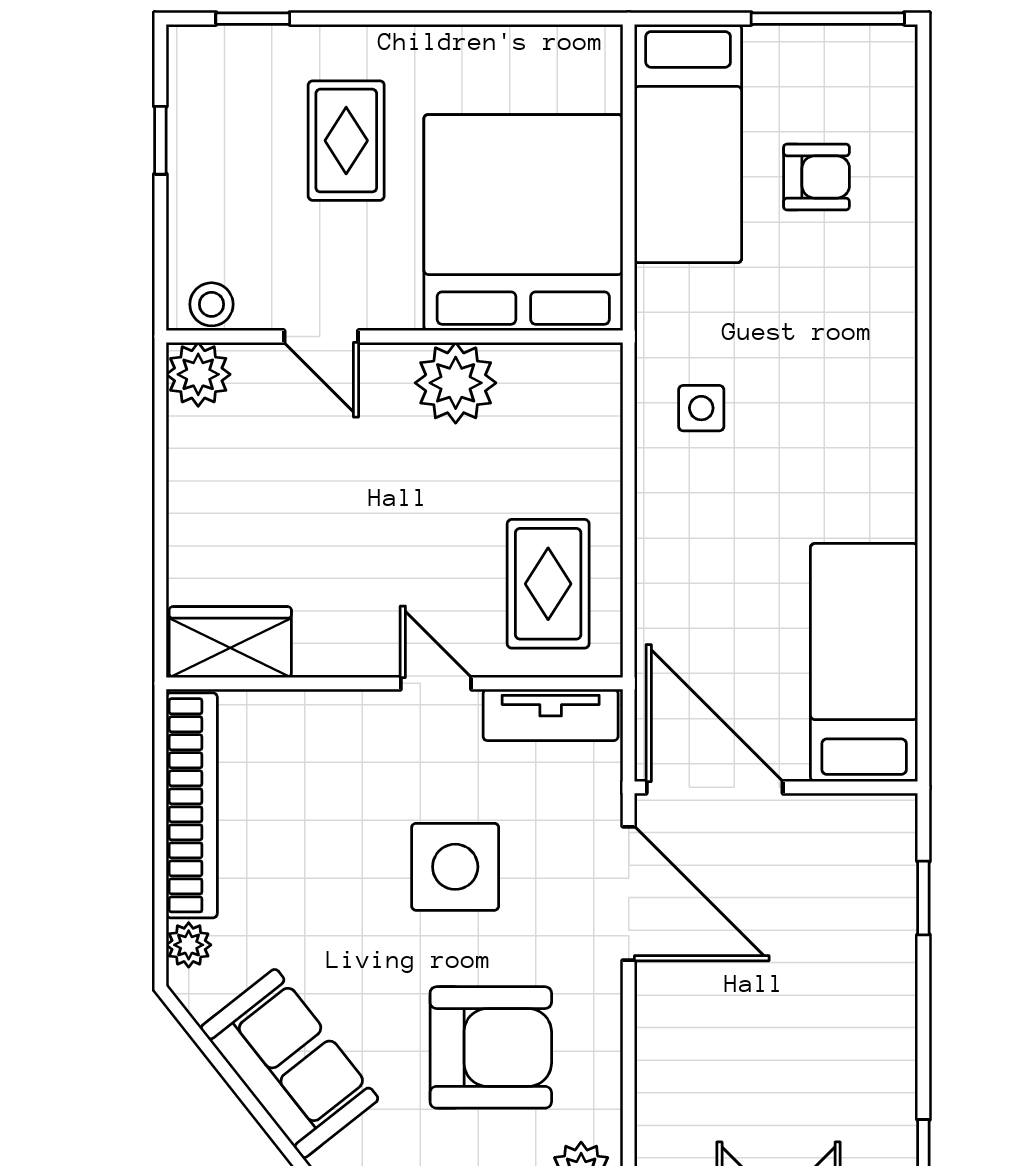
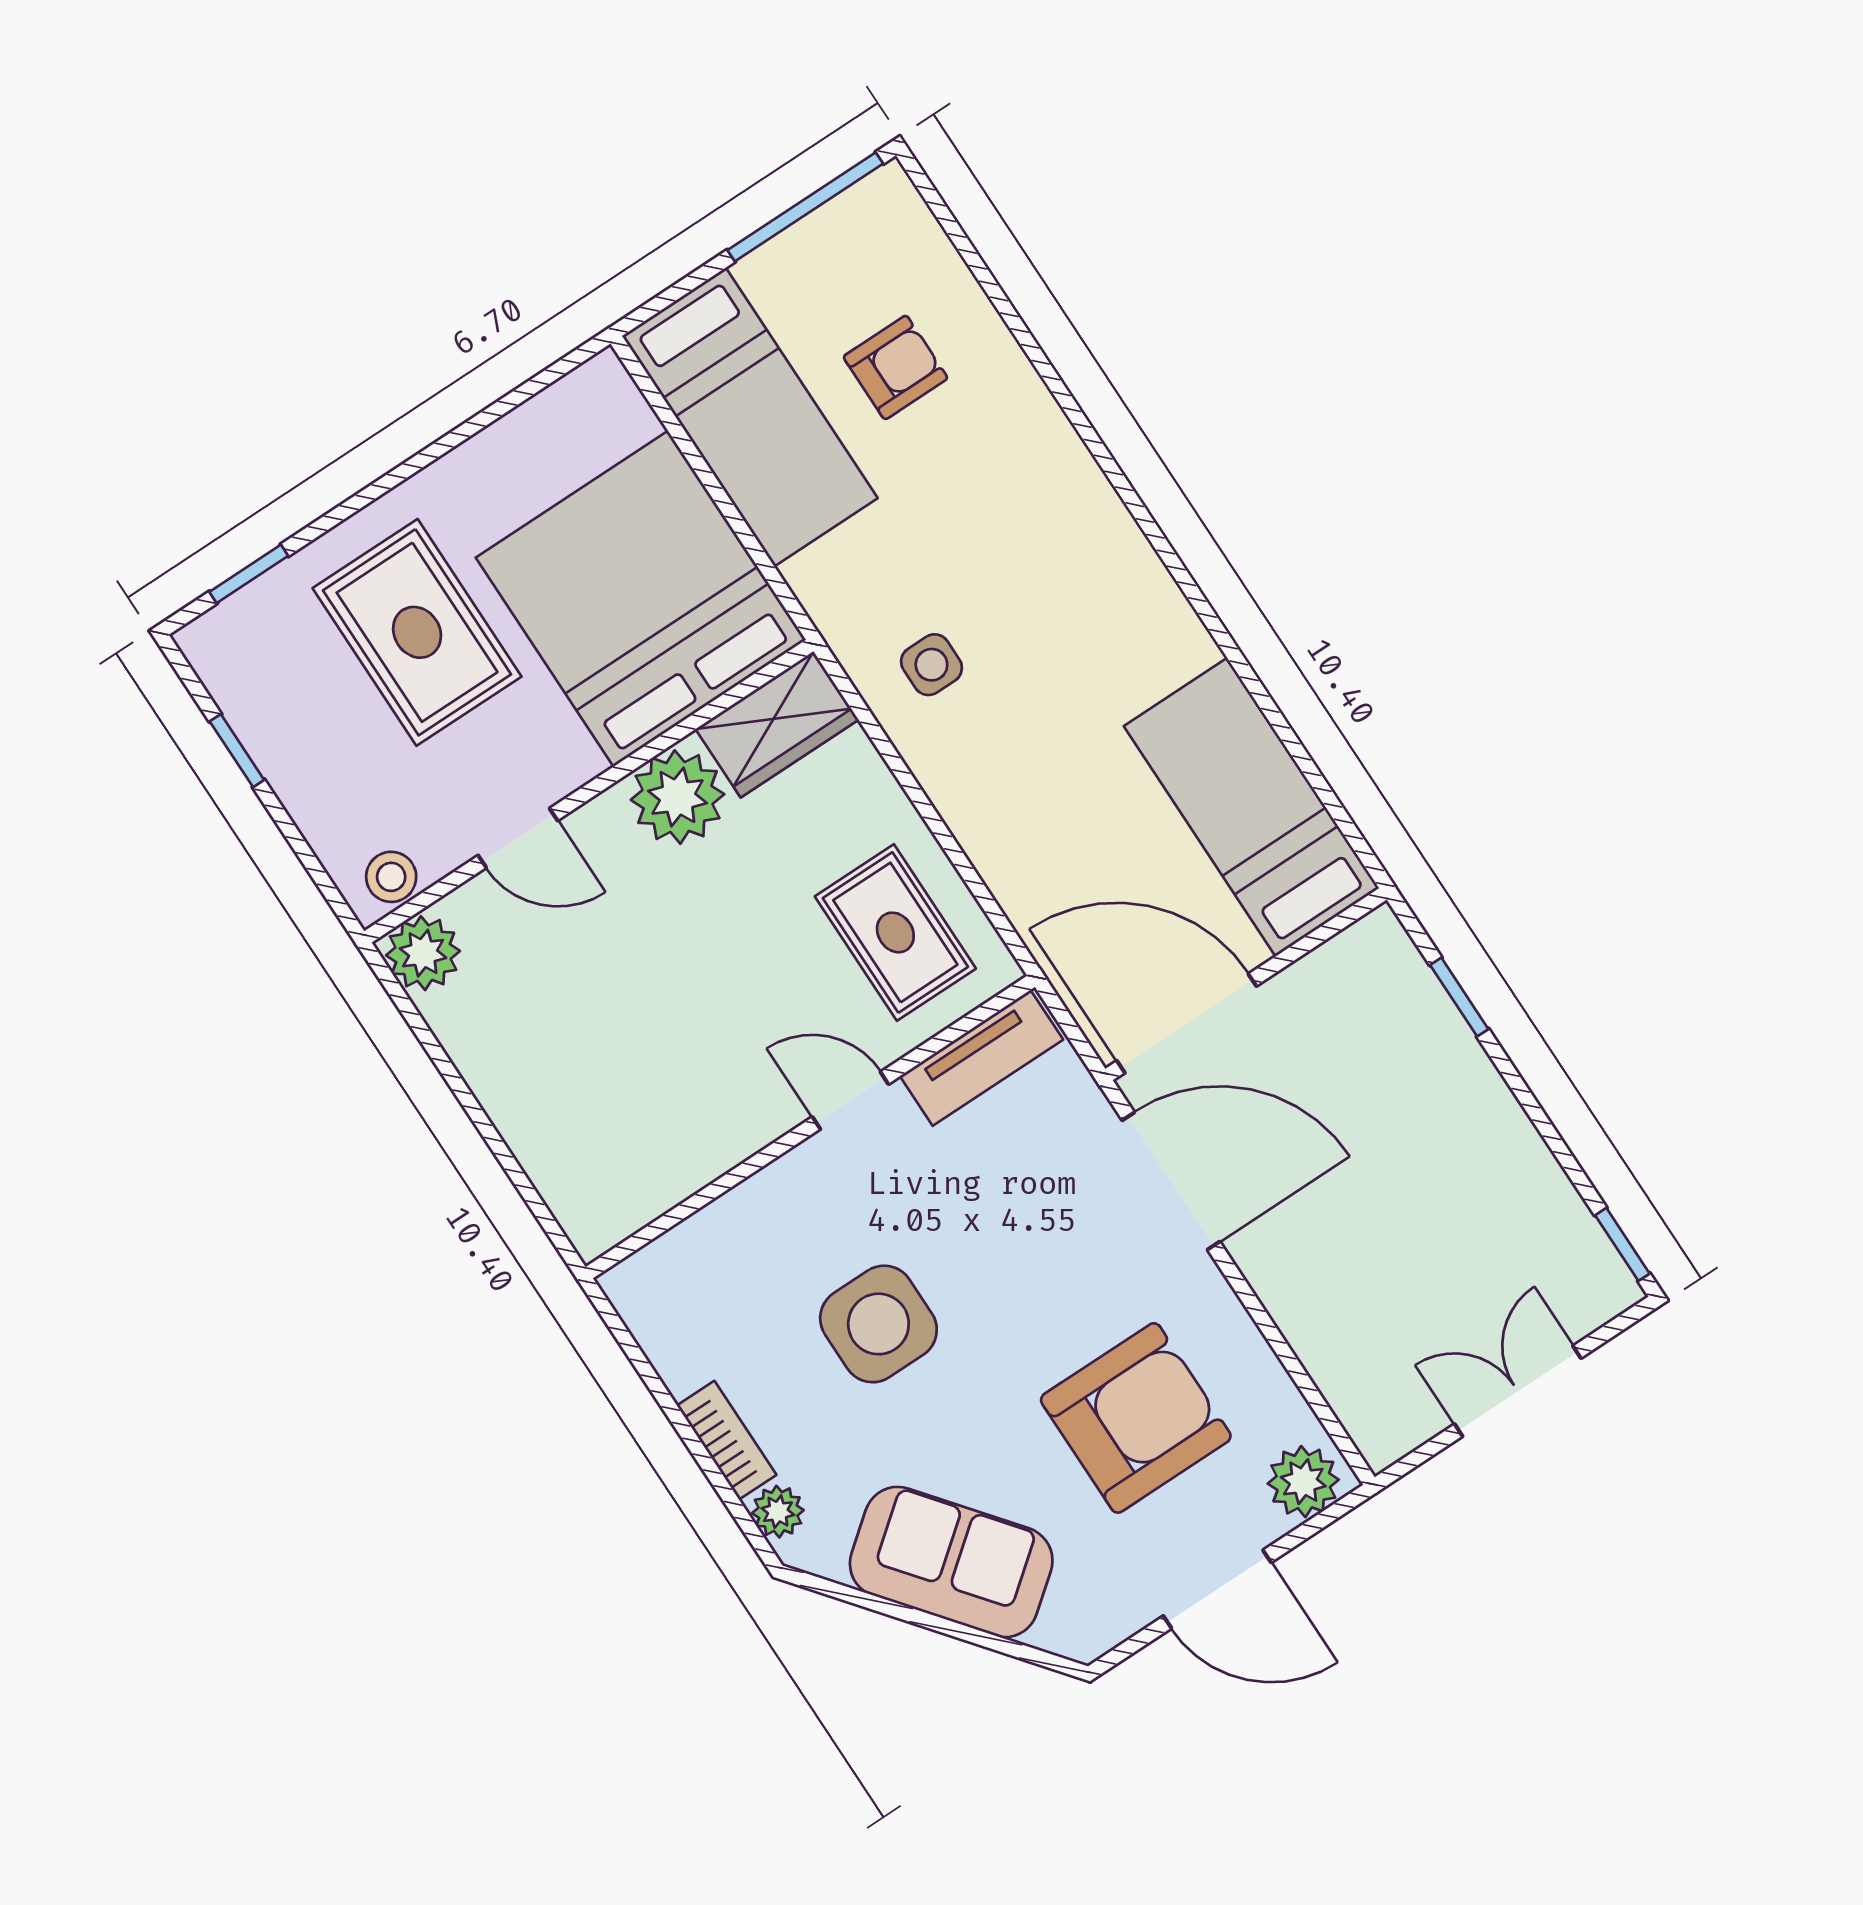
rug: (346, 141) -> (417, 632), width x1.36, depth x1.43
wardrobe: (230, 642) -> (777, 724), moved, turned 180
bookcase: (192, 805) -> (727, 1440), width x0.43, depth x0.76
side table: (455, 867) -> (878, 1324), moved

